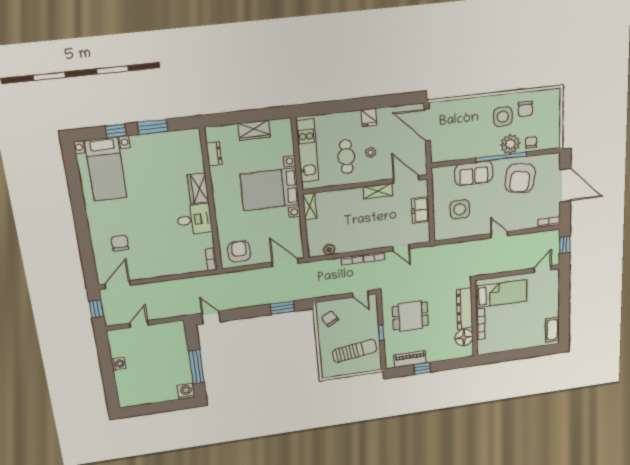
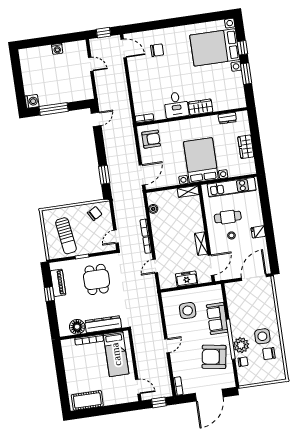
bed with nightstands: (106, 169) -> (215, 47), width x1.36
cot: (552, 330) -> (87, 400), width x1.37, depth x1.34

